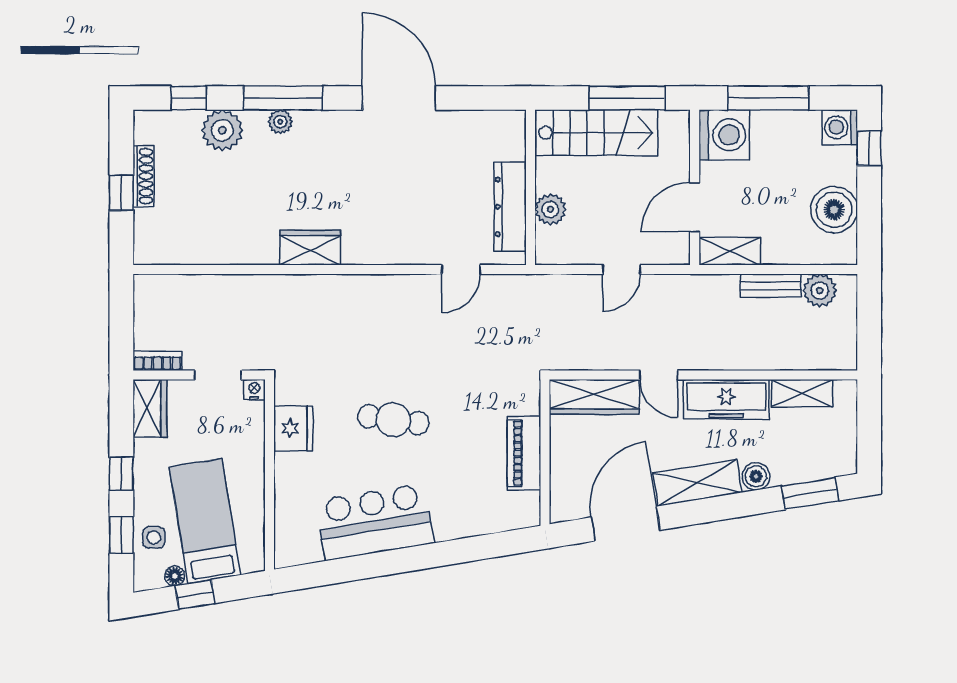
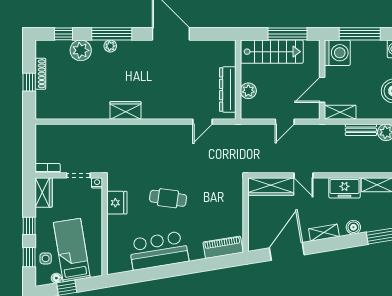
freezer: (726, 399) -> (344, 188), width x0.71
piano: (524, 453) -> (223, 247), moved, turned 81
shelving: (698, 483) -> (324, 233), width x0.67, depth x0.75

